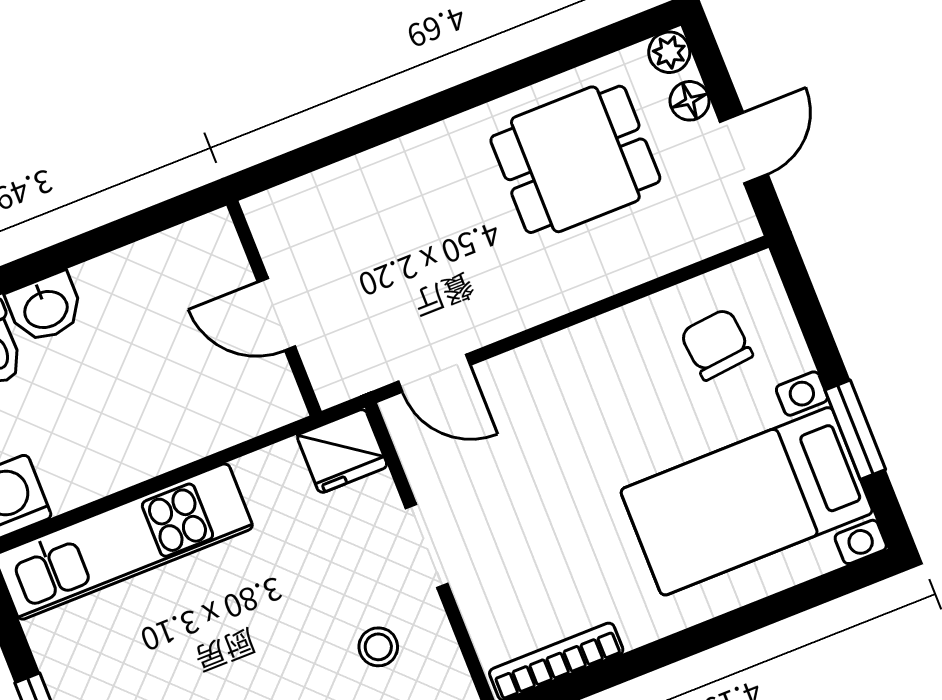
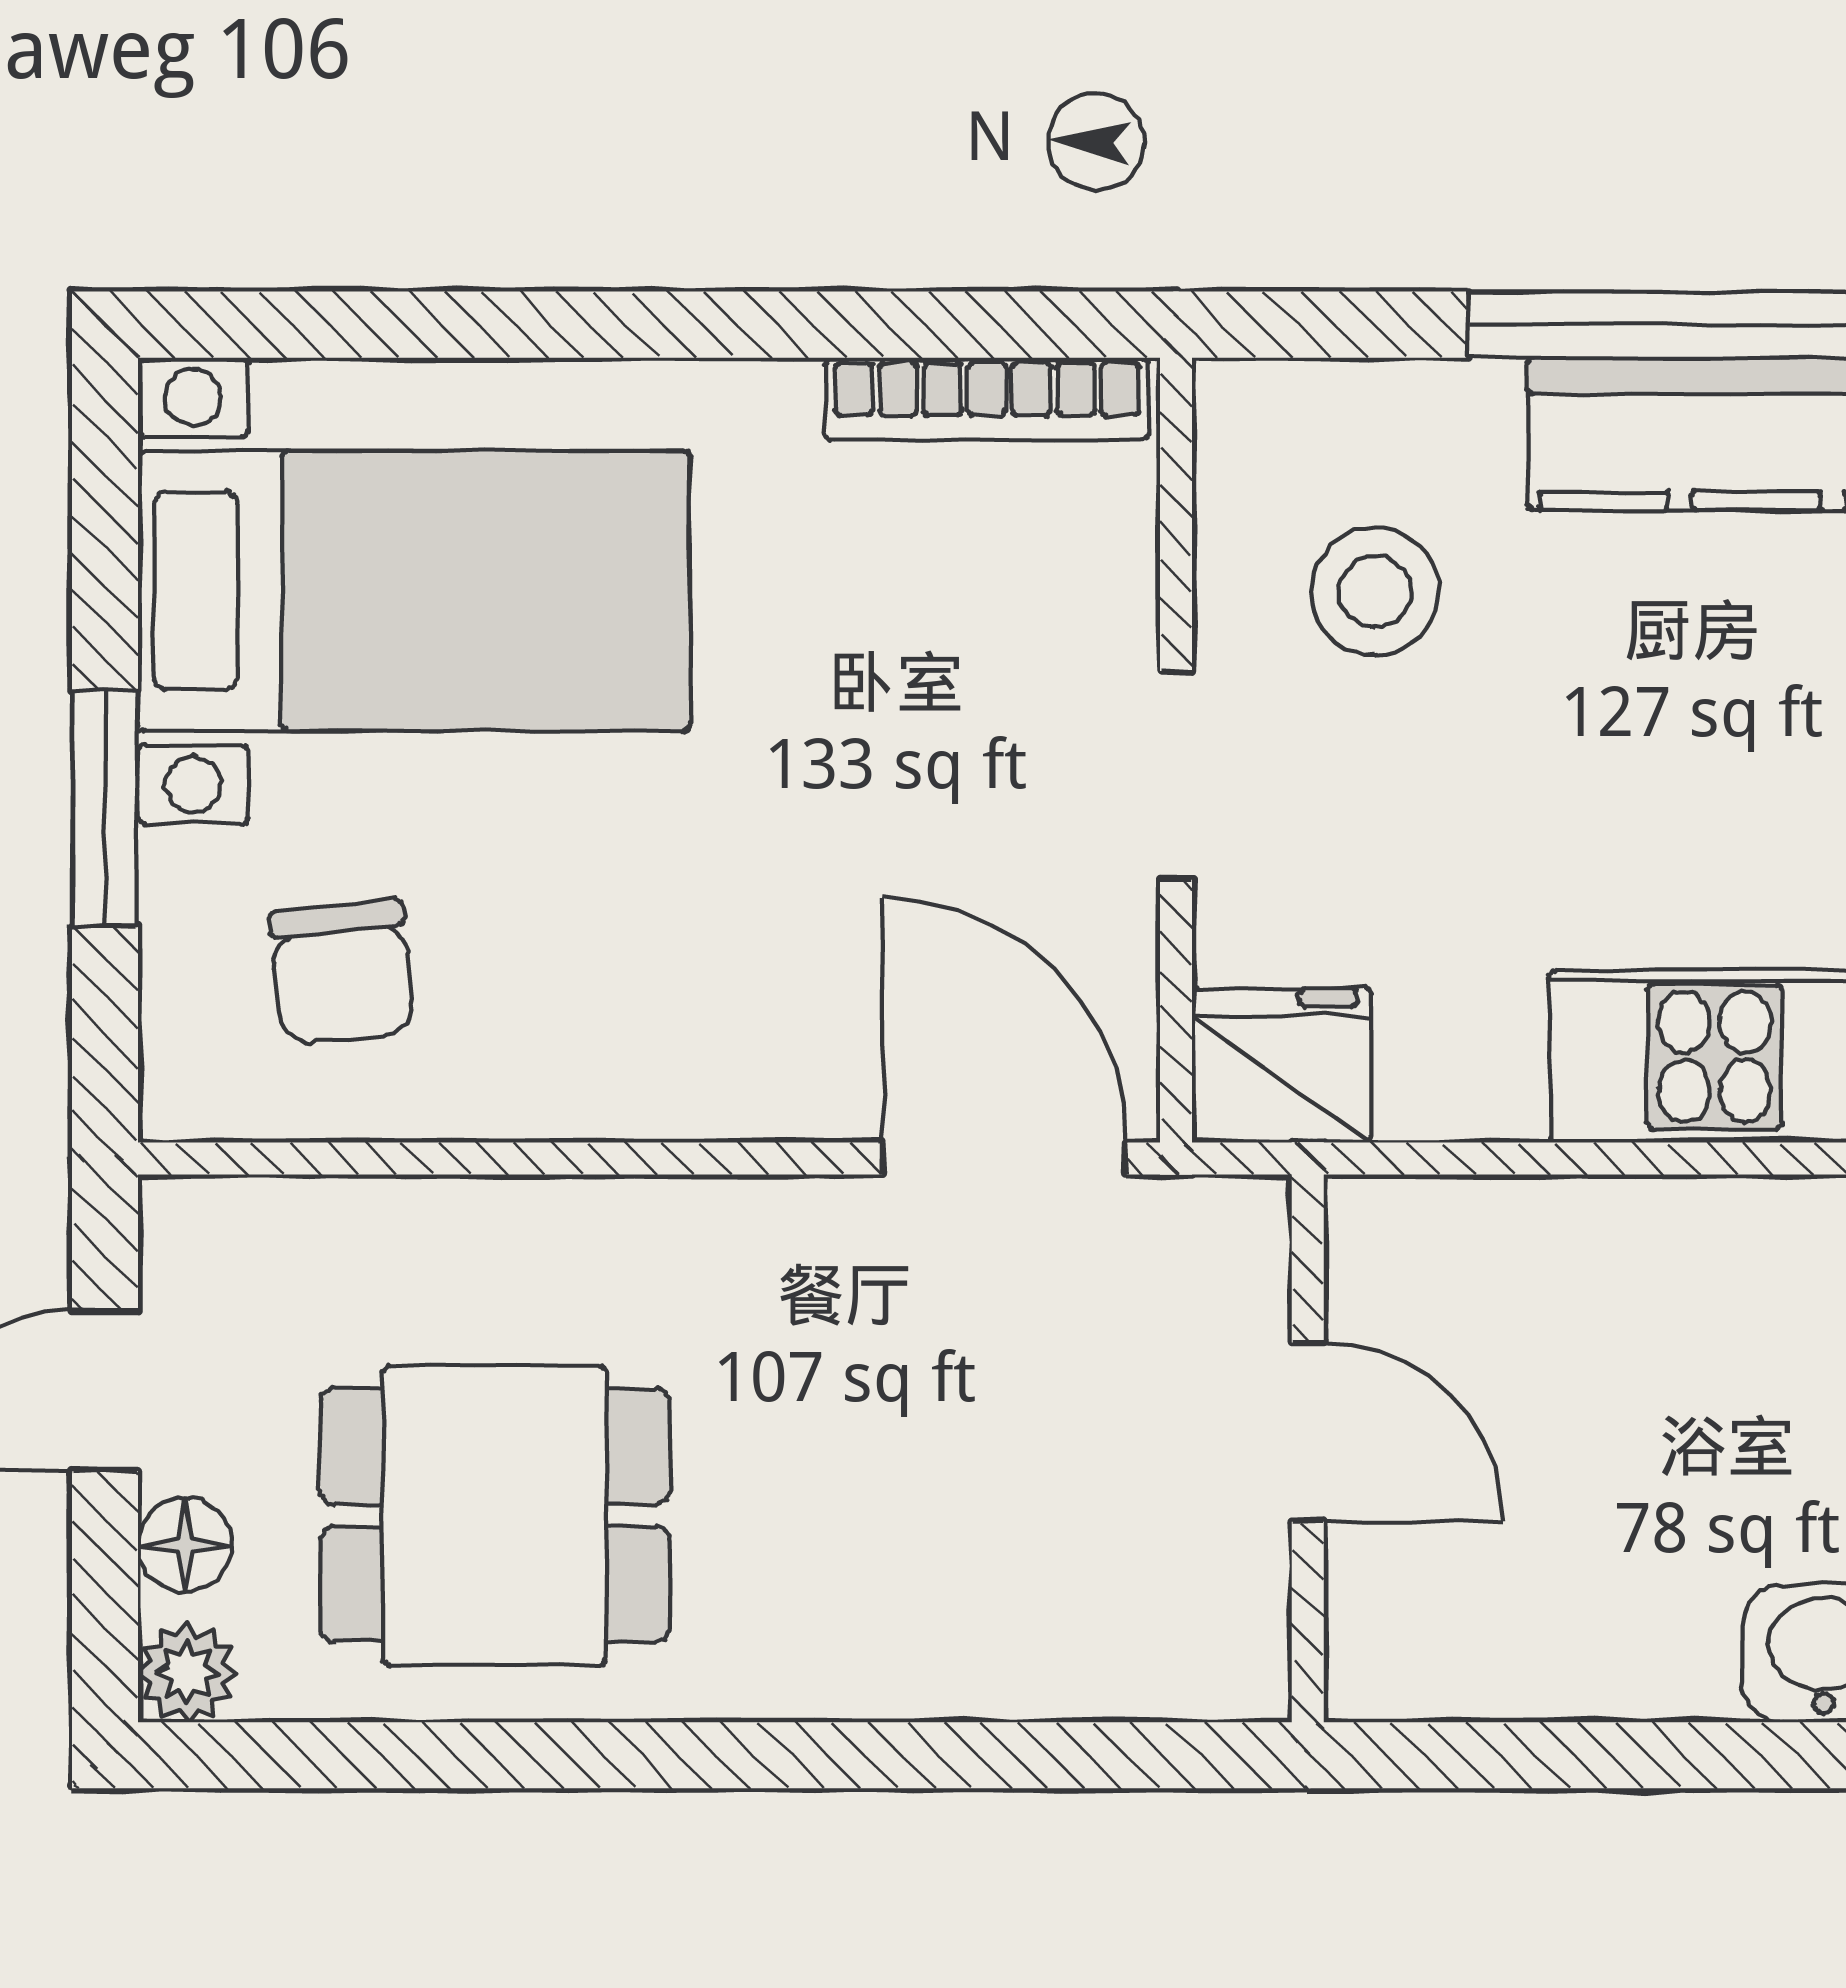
door: (434, 373) -> (1004, 1159), width x1.38
window: (855, 430) -> (105, 808), moved
stool: (378, 647) -> (1375, 591), width x1.37, depth x1.37

